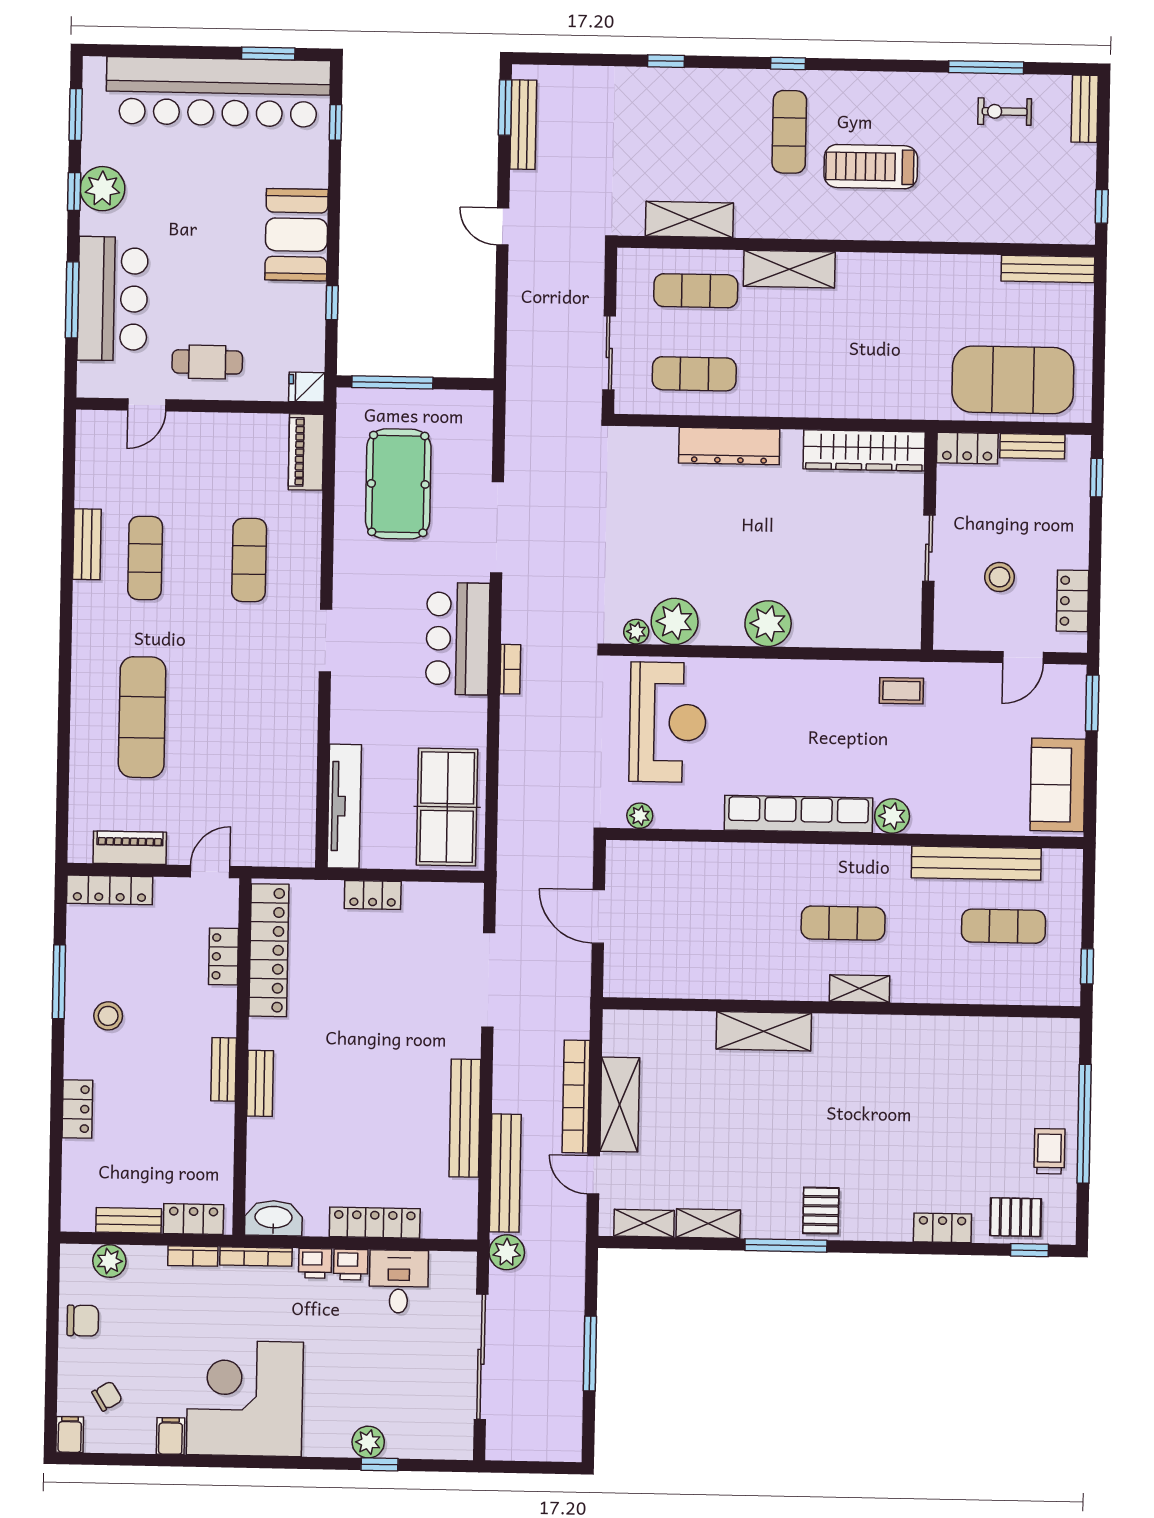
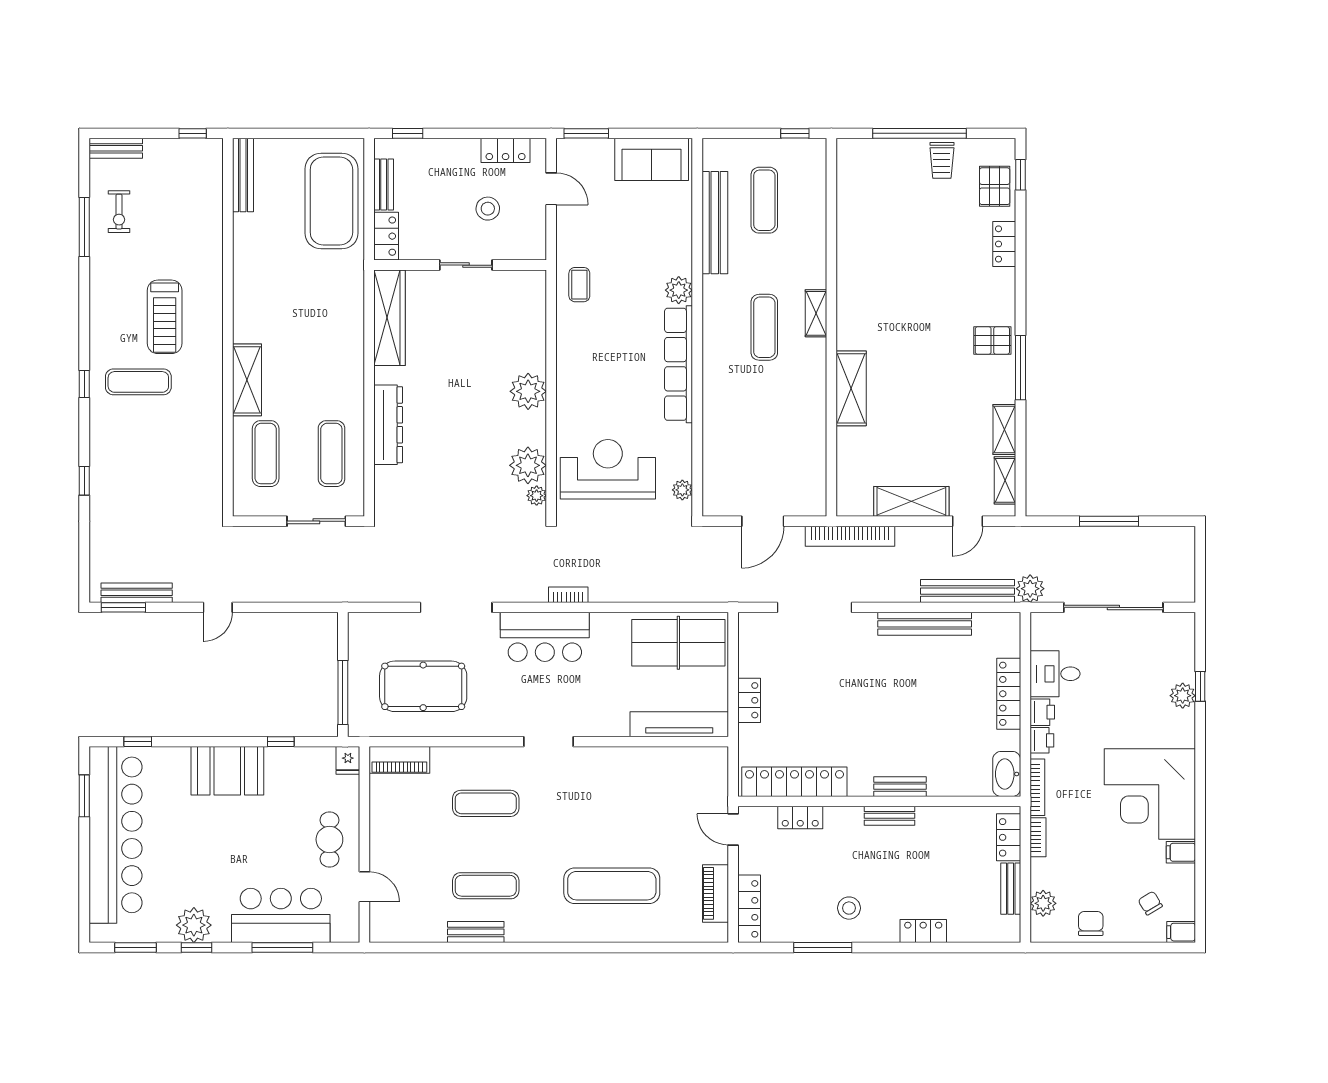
shelving: (689, 219) -> (209, 460), removed
bookcase: (576, 1096) -> (850, 536), moved
trolley: (1049, 1151) -> (942, 160), turned -90

